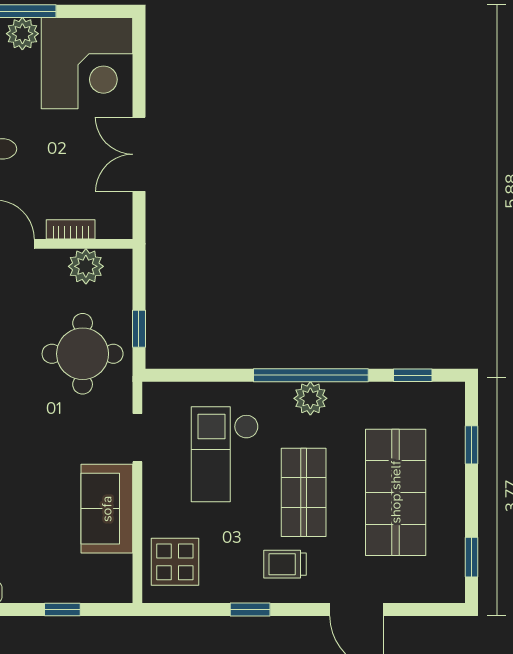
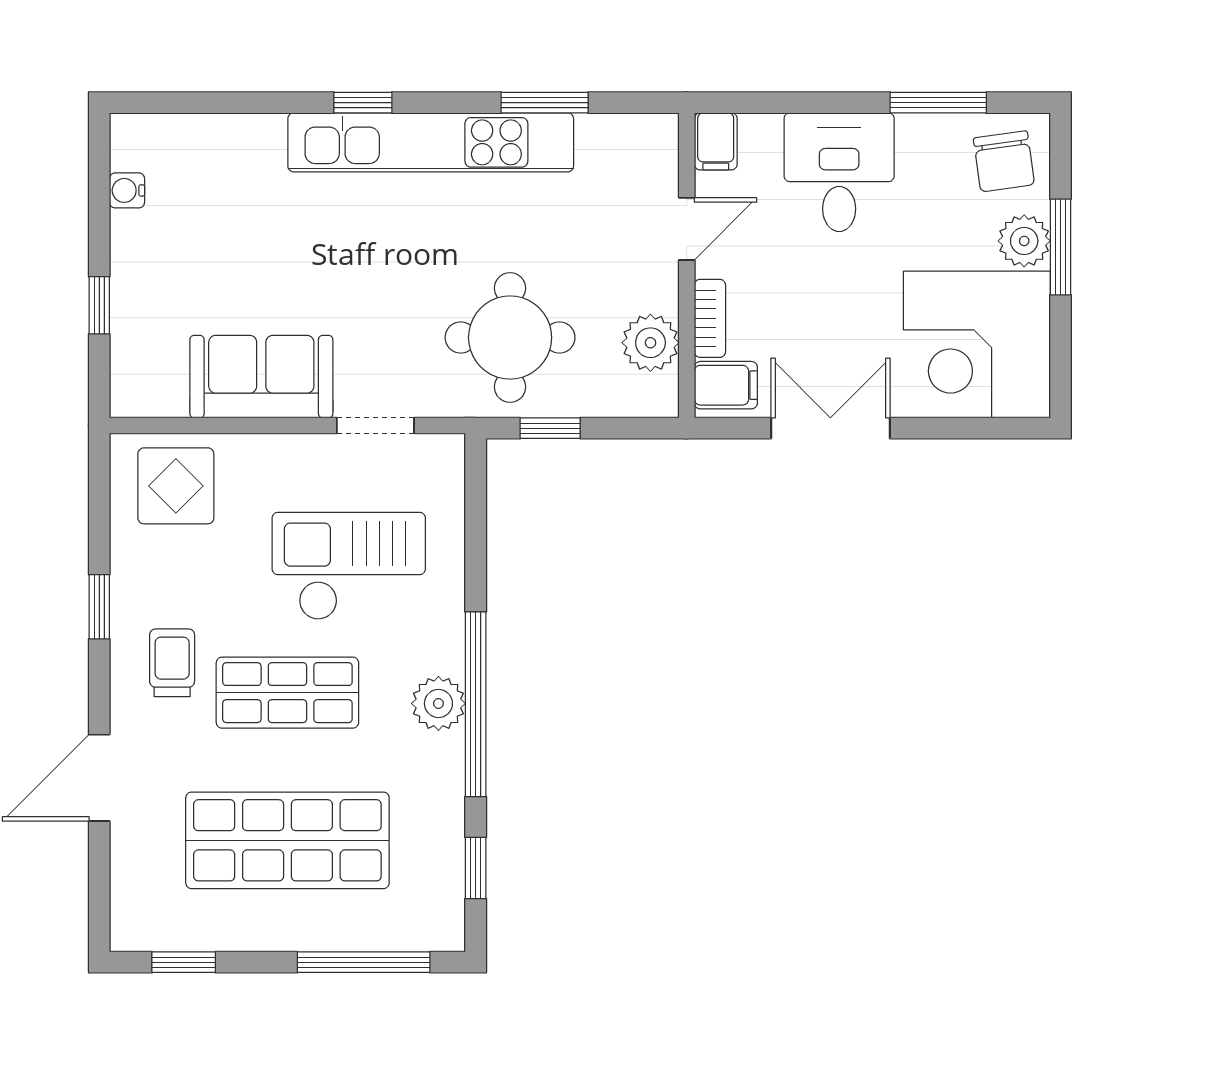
filing cabinet: (112, 219) -> (726, 385), added
window: (471, 445) -> (364, 962), width x2.17

